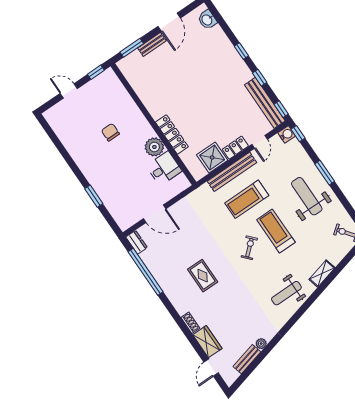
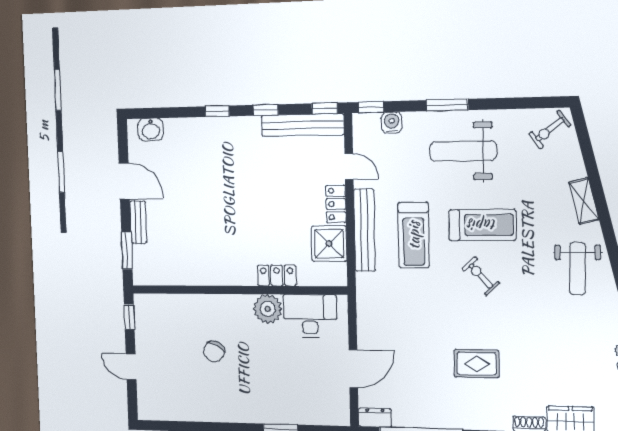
door: (69, 91) -> (131, 367), hinge flipped
chair: (110, 132) -> (214, 351), turned -63
locker: (172, 134) -> (277, 275), width x0.66
water cooler: (287, 134) -> (392, 123), moved
desk: (164, 168) -> (310, 316), width x1.37
treadmill: (276, 231) -> (482, 225), turned 180

